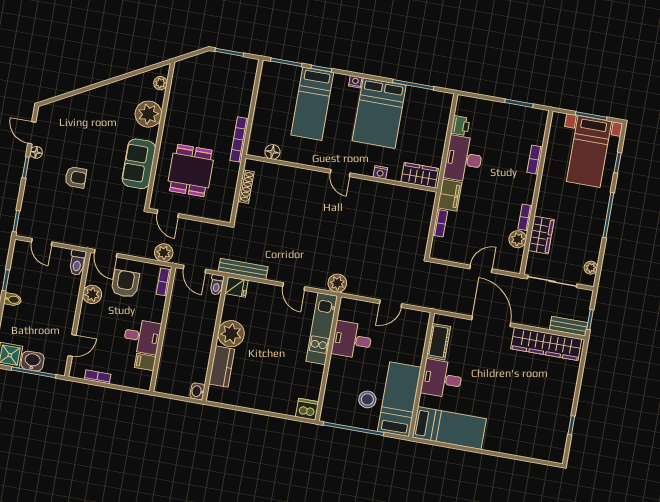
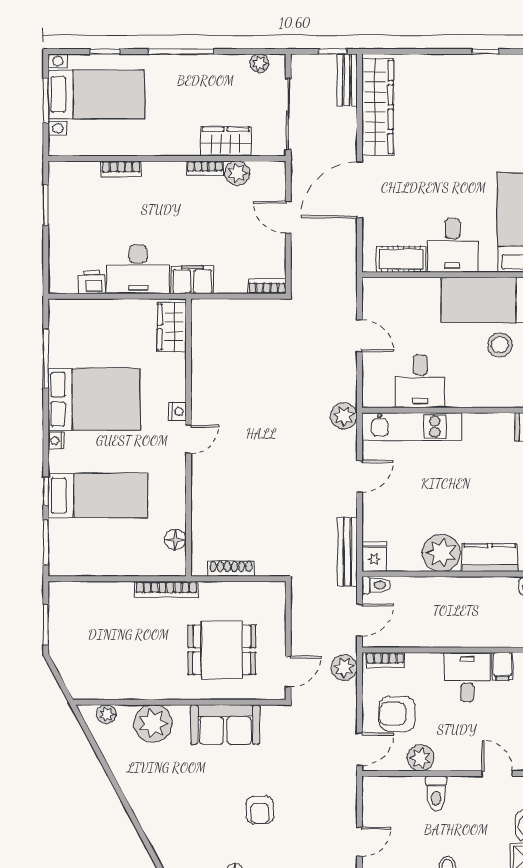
nightstand: (380, 172) -> (177, 412), moved
armchair: (76, 177) -> (260, 810), turned 180
bookcase: (440, 223) -> (267, 286), moved
toilet: (77, 263) -> (436, 794), moved, turned 90

